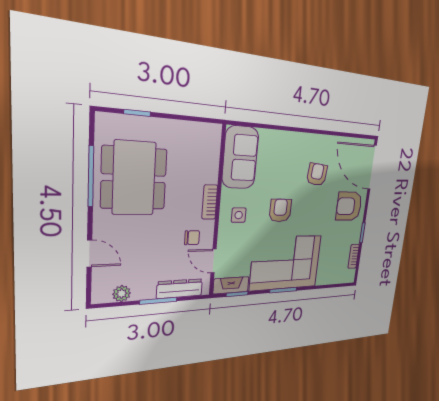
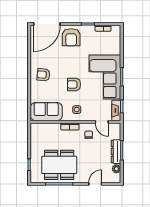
armchair: (317, 174) -> (43, 75), moved
door: (214, 261) -> (102, 122), hinge flipped
dresser: (180, 289) -> (116, 152), moved

